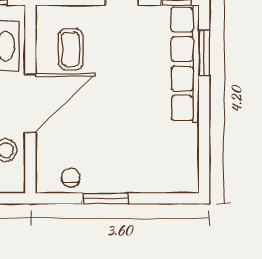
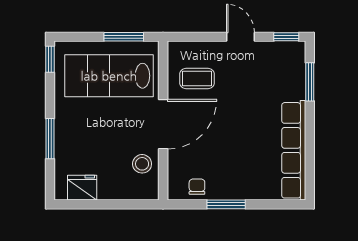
coffee table: (71, 49) -> (197, 78), turned 90
row of seats: (185, 64) -> (294, 150), moved

